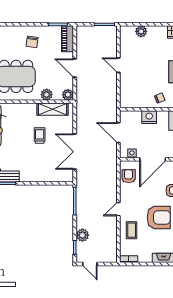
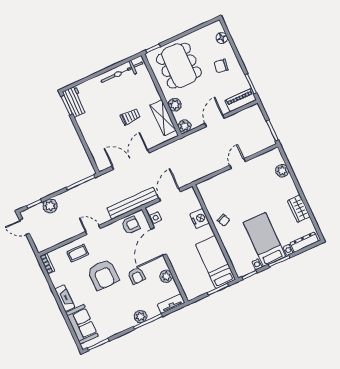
floor lamp: (9, 31) -> (222, 38), added
door: (153, 159) -> (159, 242), hinge flipped
bench: (111, 166) -> (132, 203), added
door: (90, 264) -> (24, 227), hinge flipped

